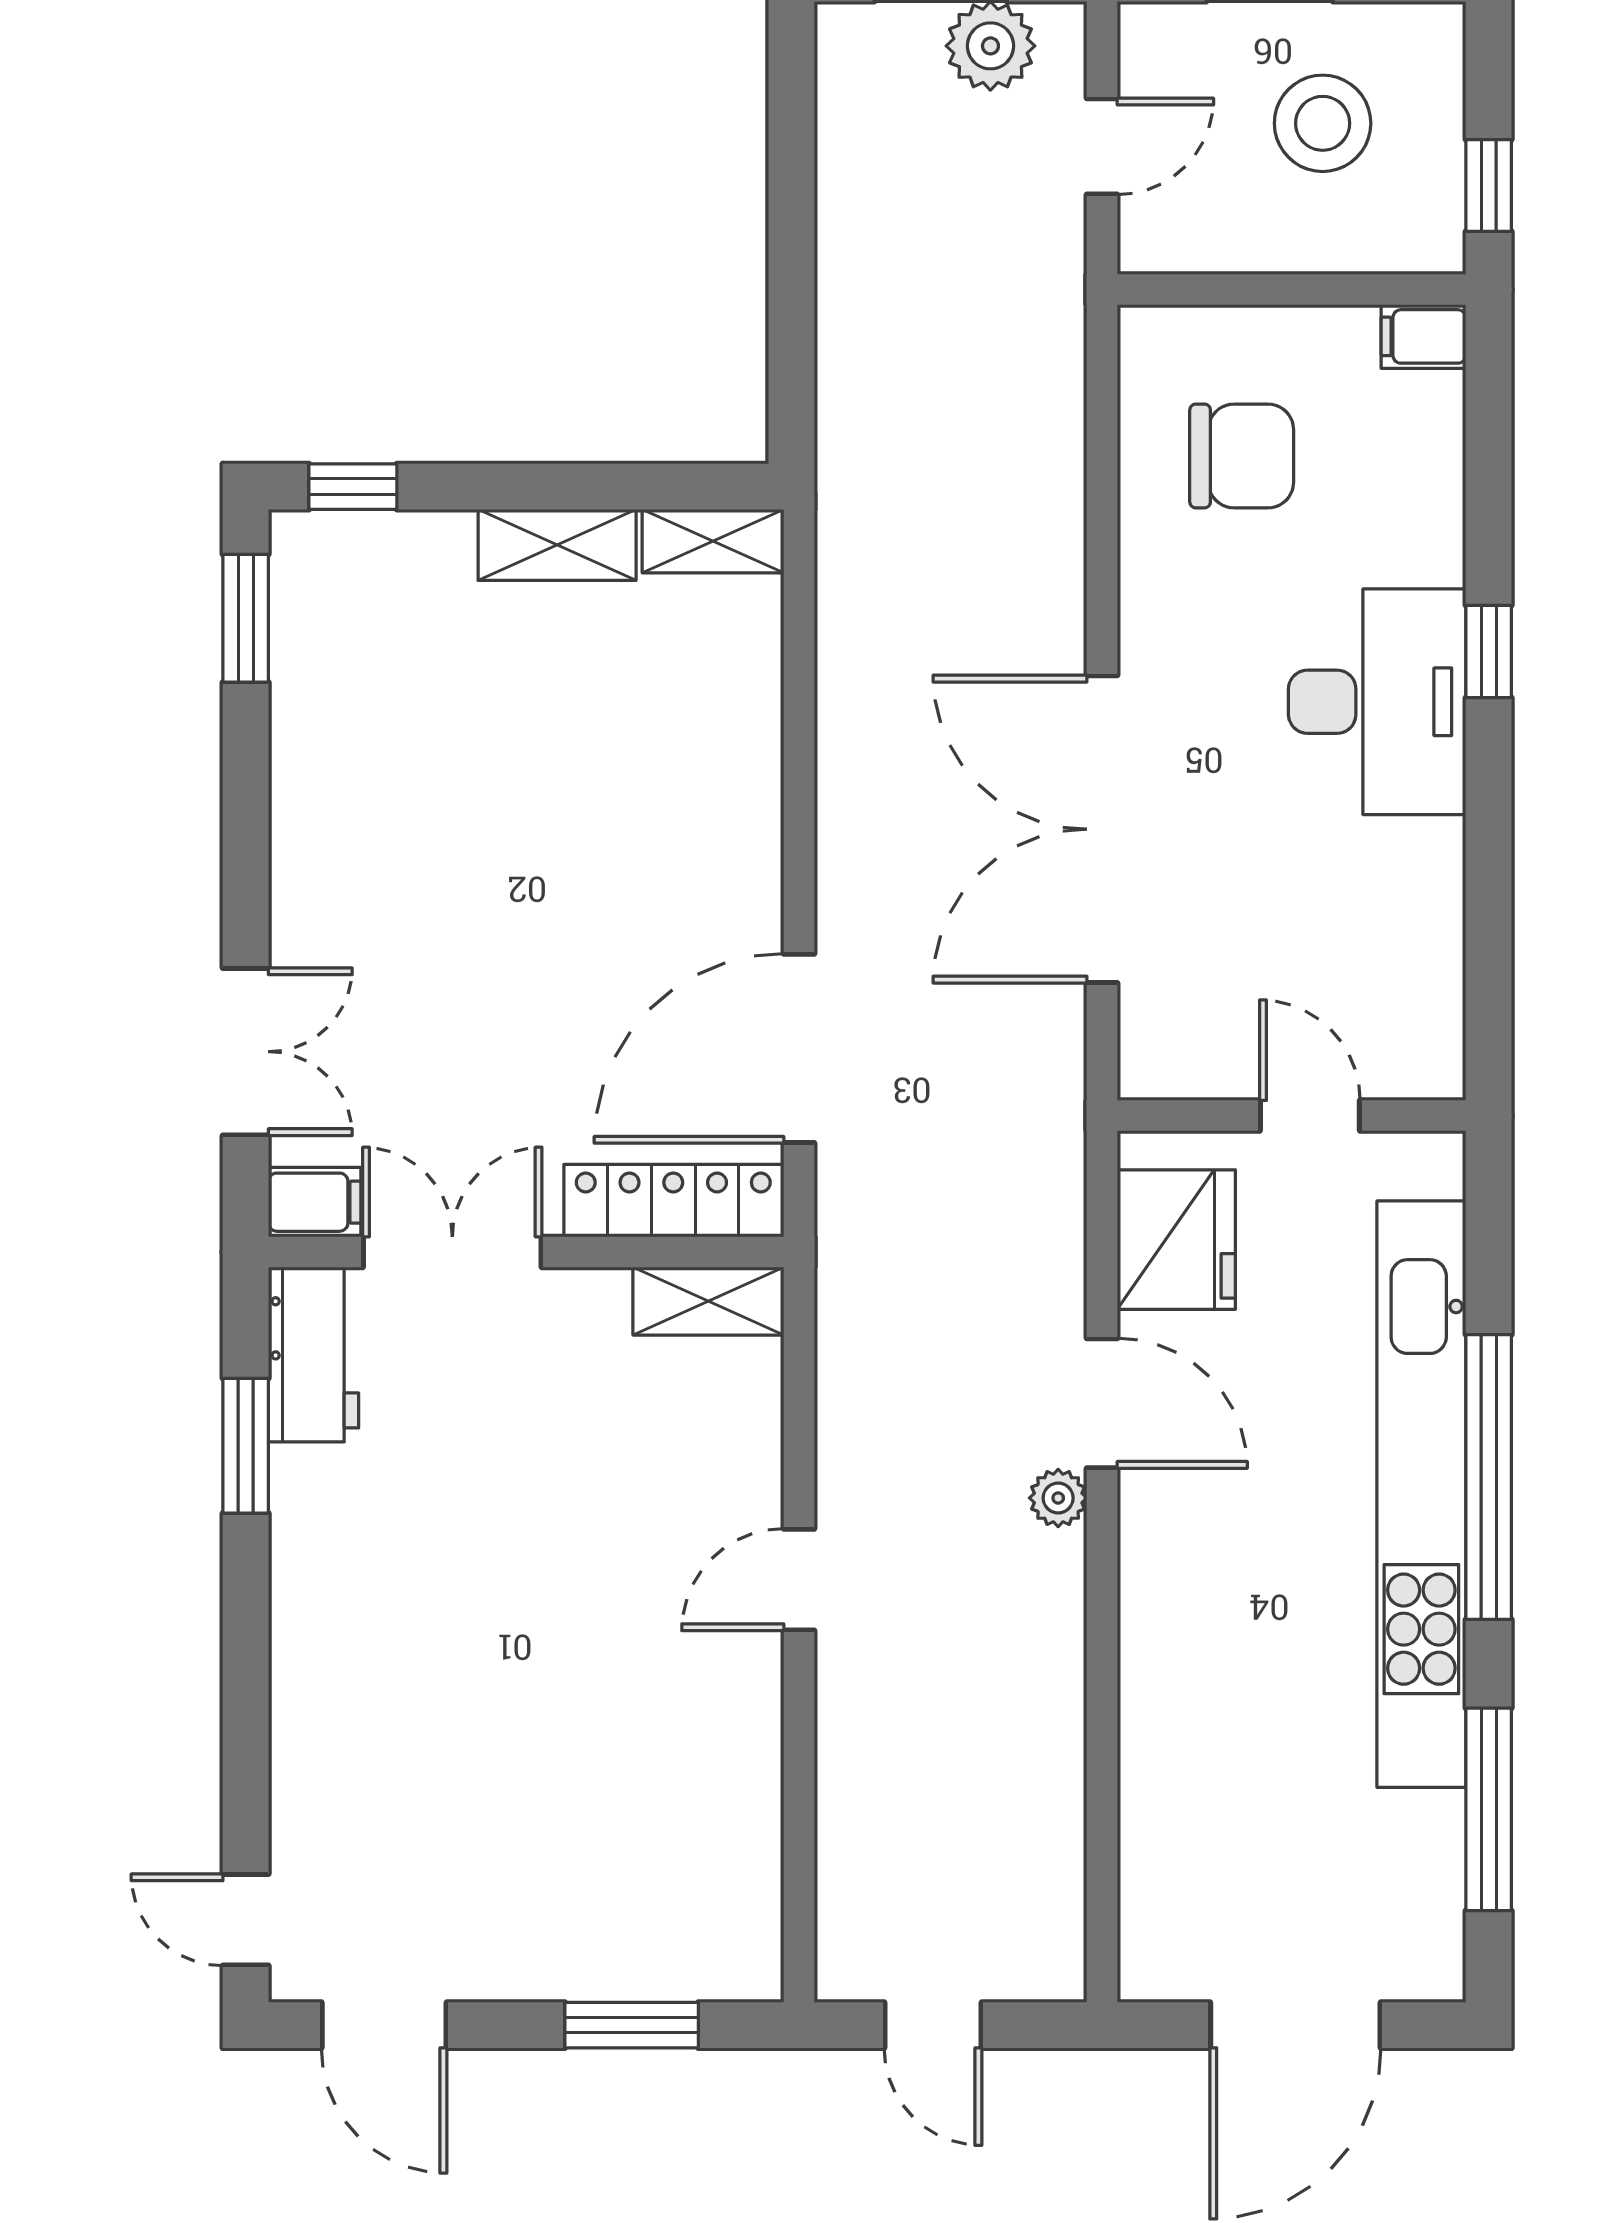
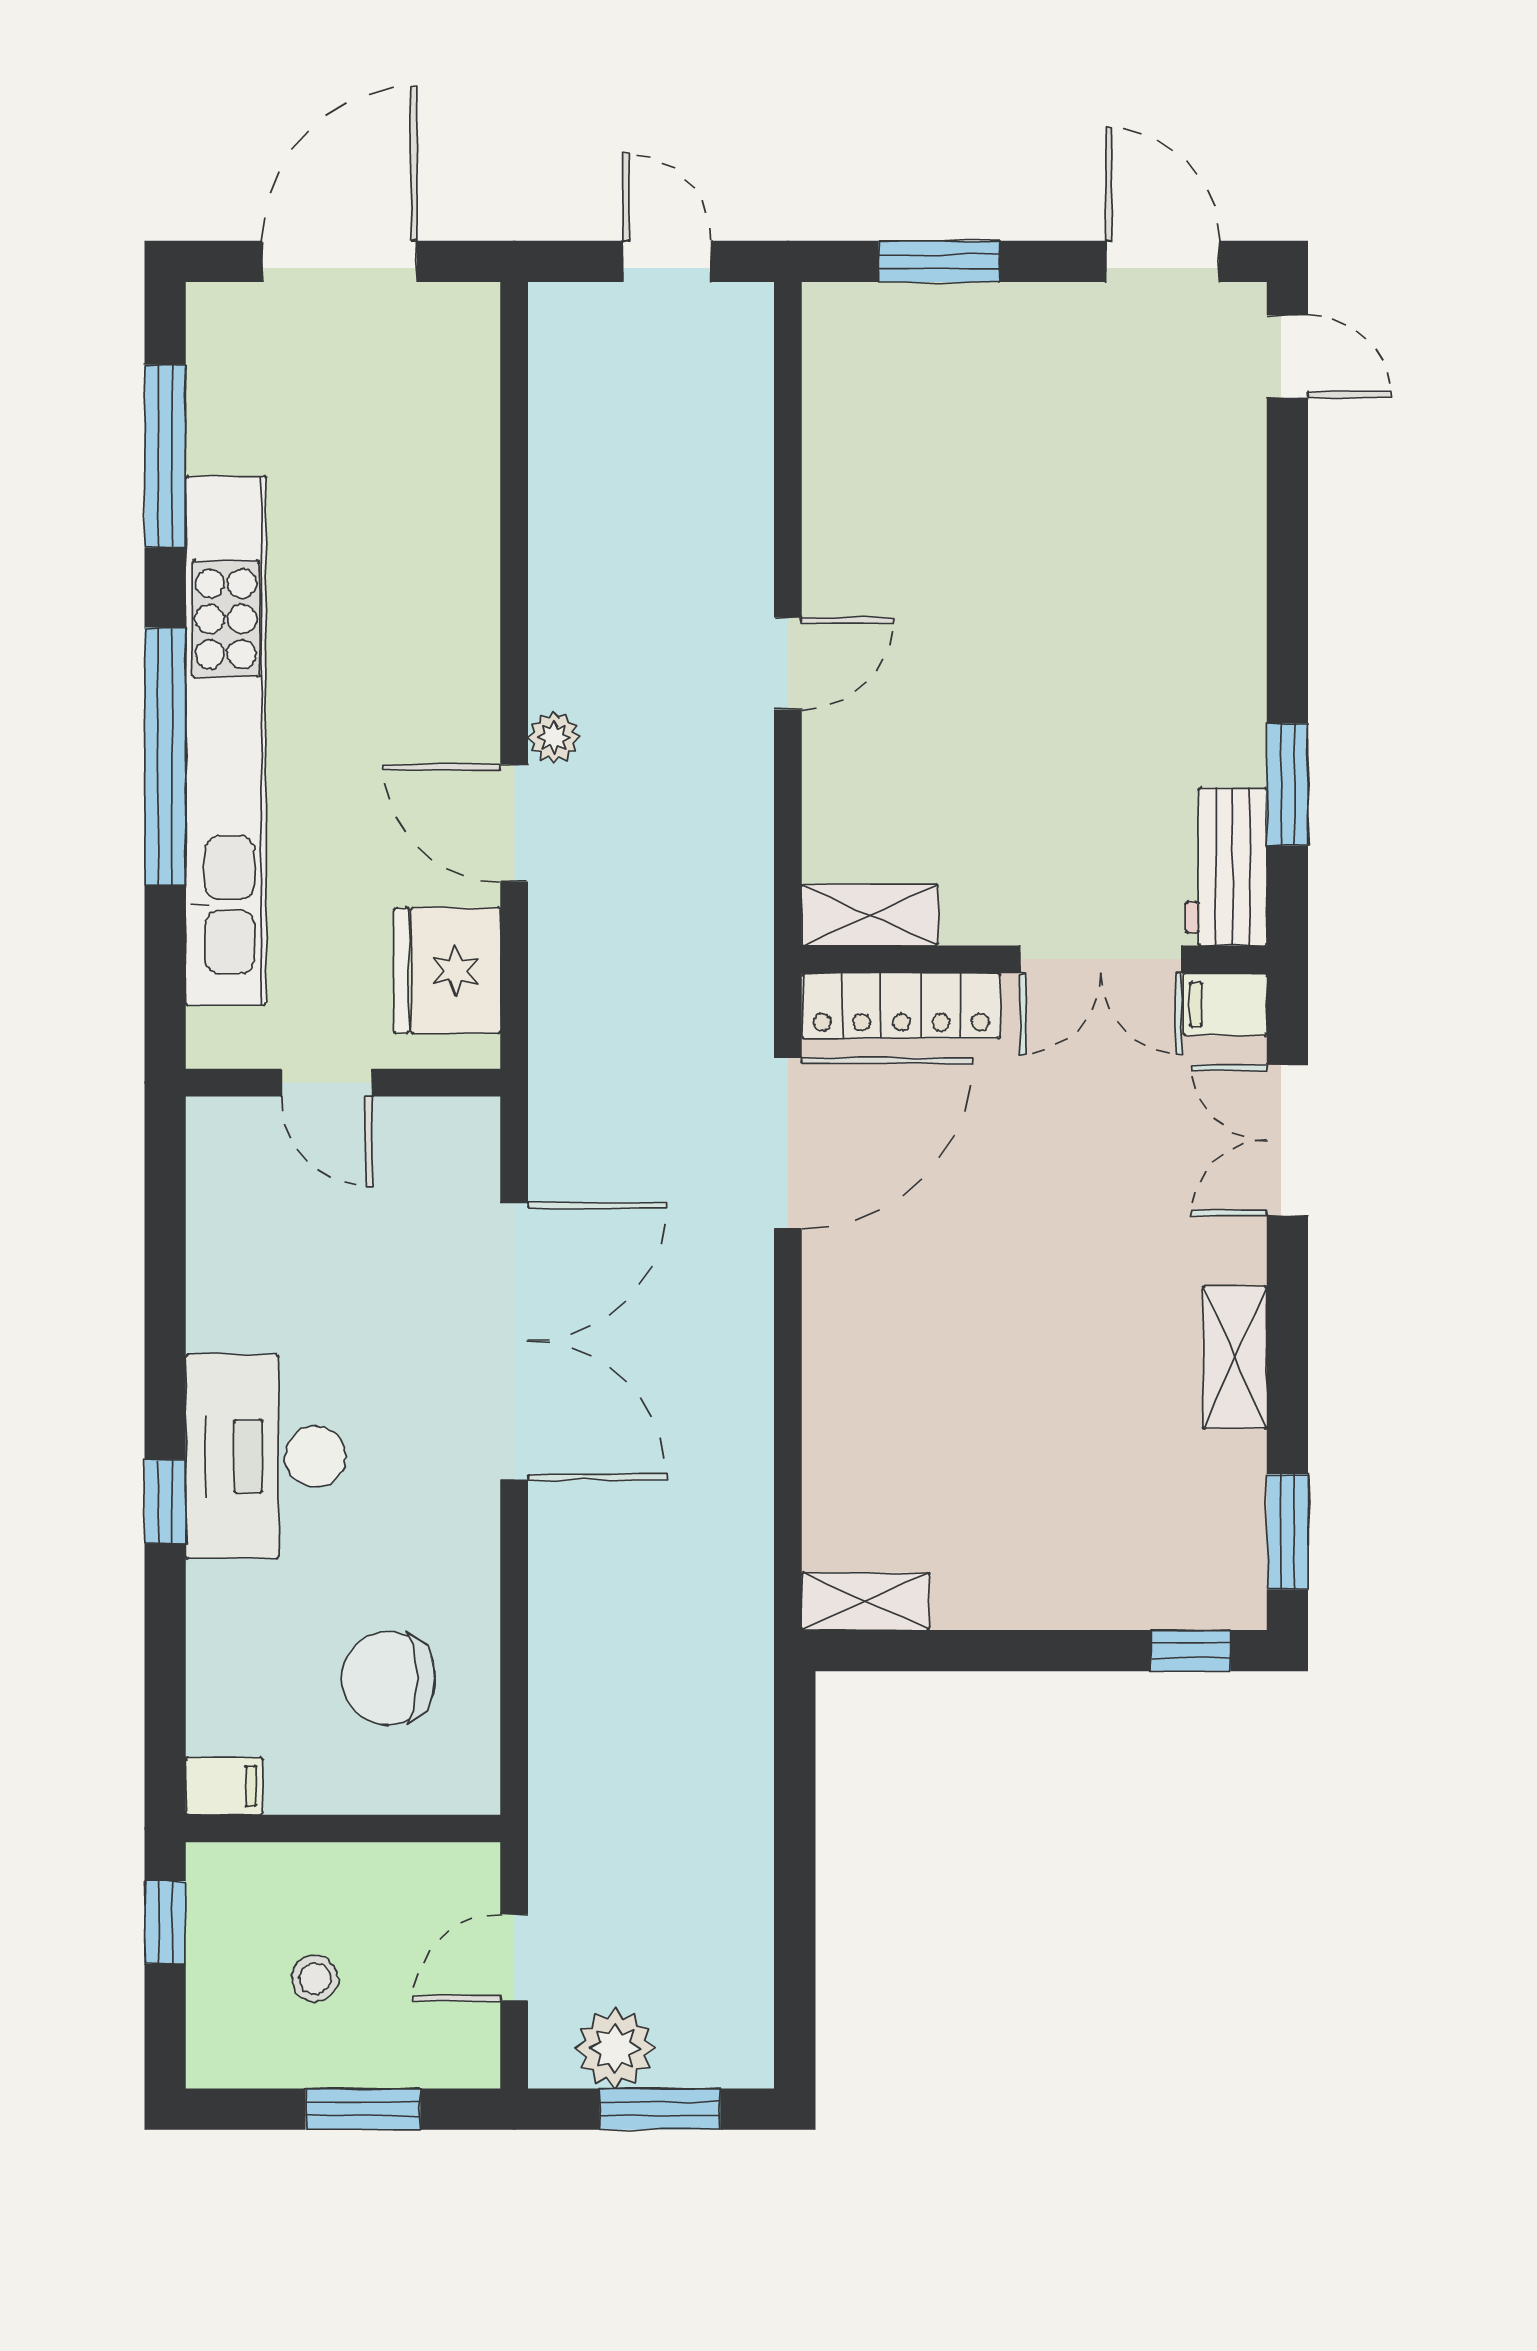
stool: (1323, 123) -> (315, 1979), width x0.53, depth x0.53
shelving: (557, 545) -> (1235, 1357), moved, turned 90

